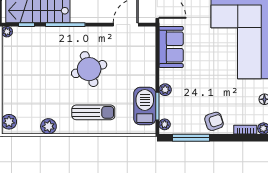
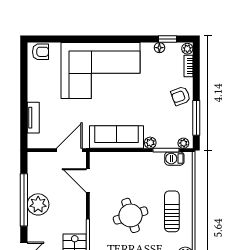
sofa: (171, 47) -> (116, 137), width x1.36
barbecue: (145, 106) -> (174, 159), width x0.53, depth x0.65
armchair: (214, 121) -> (181, 96), turned -92

